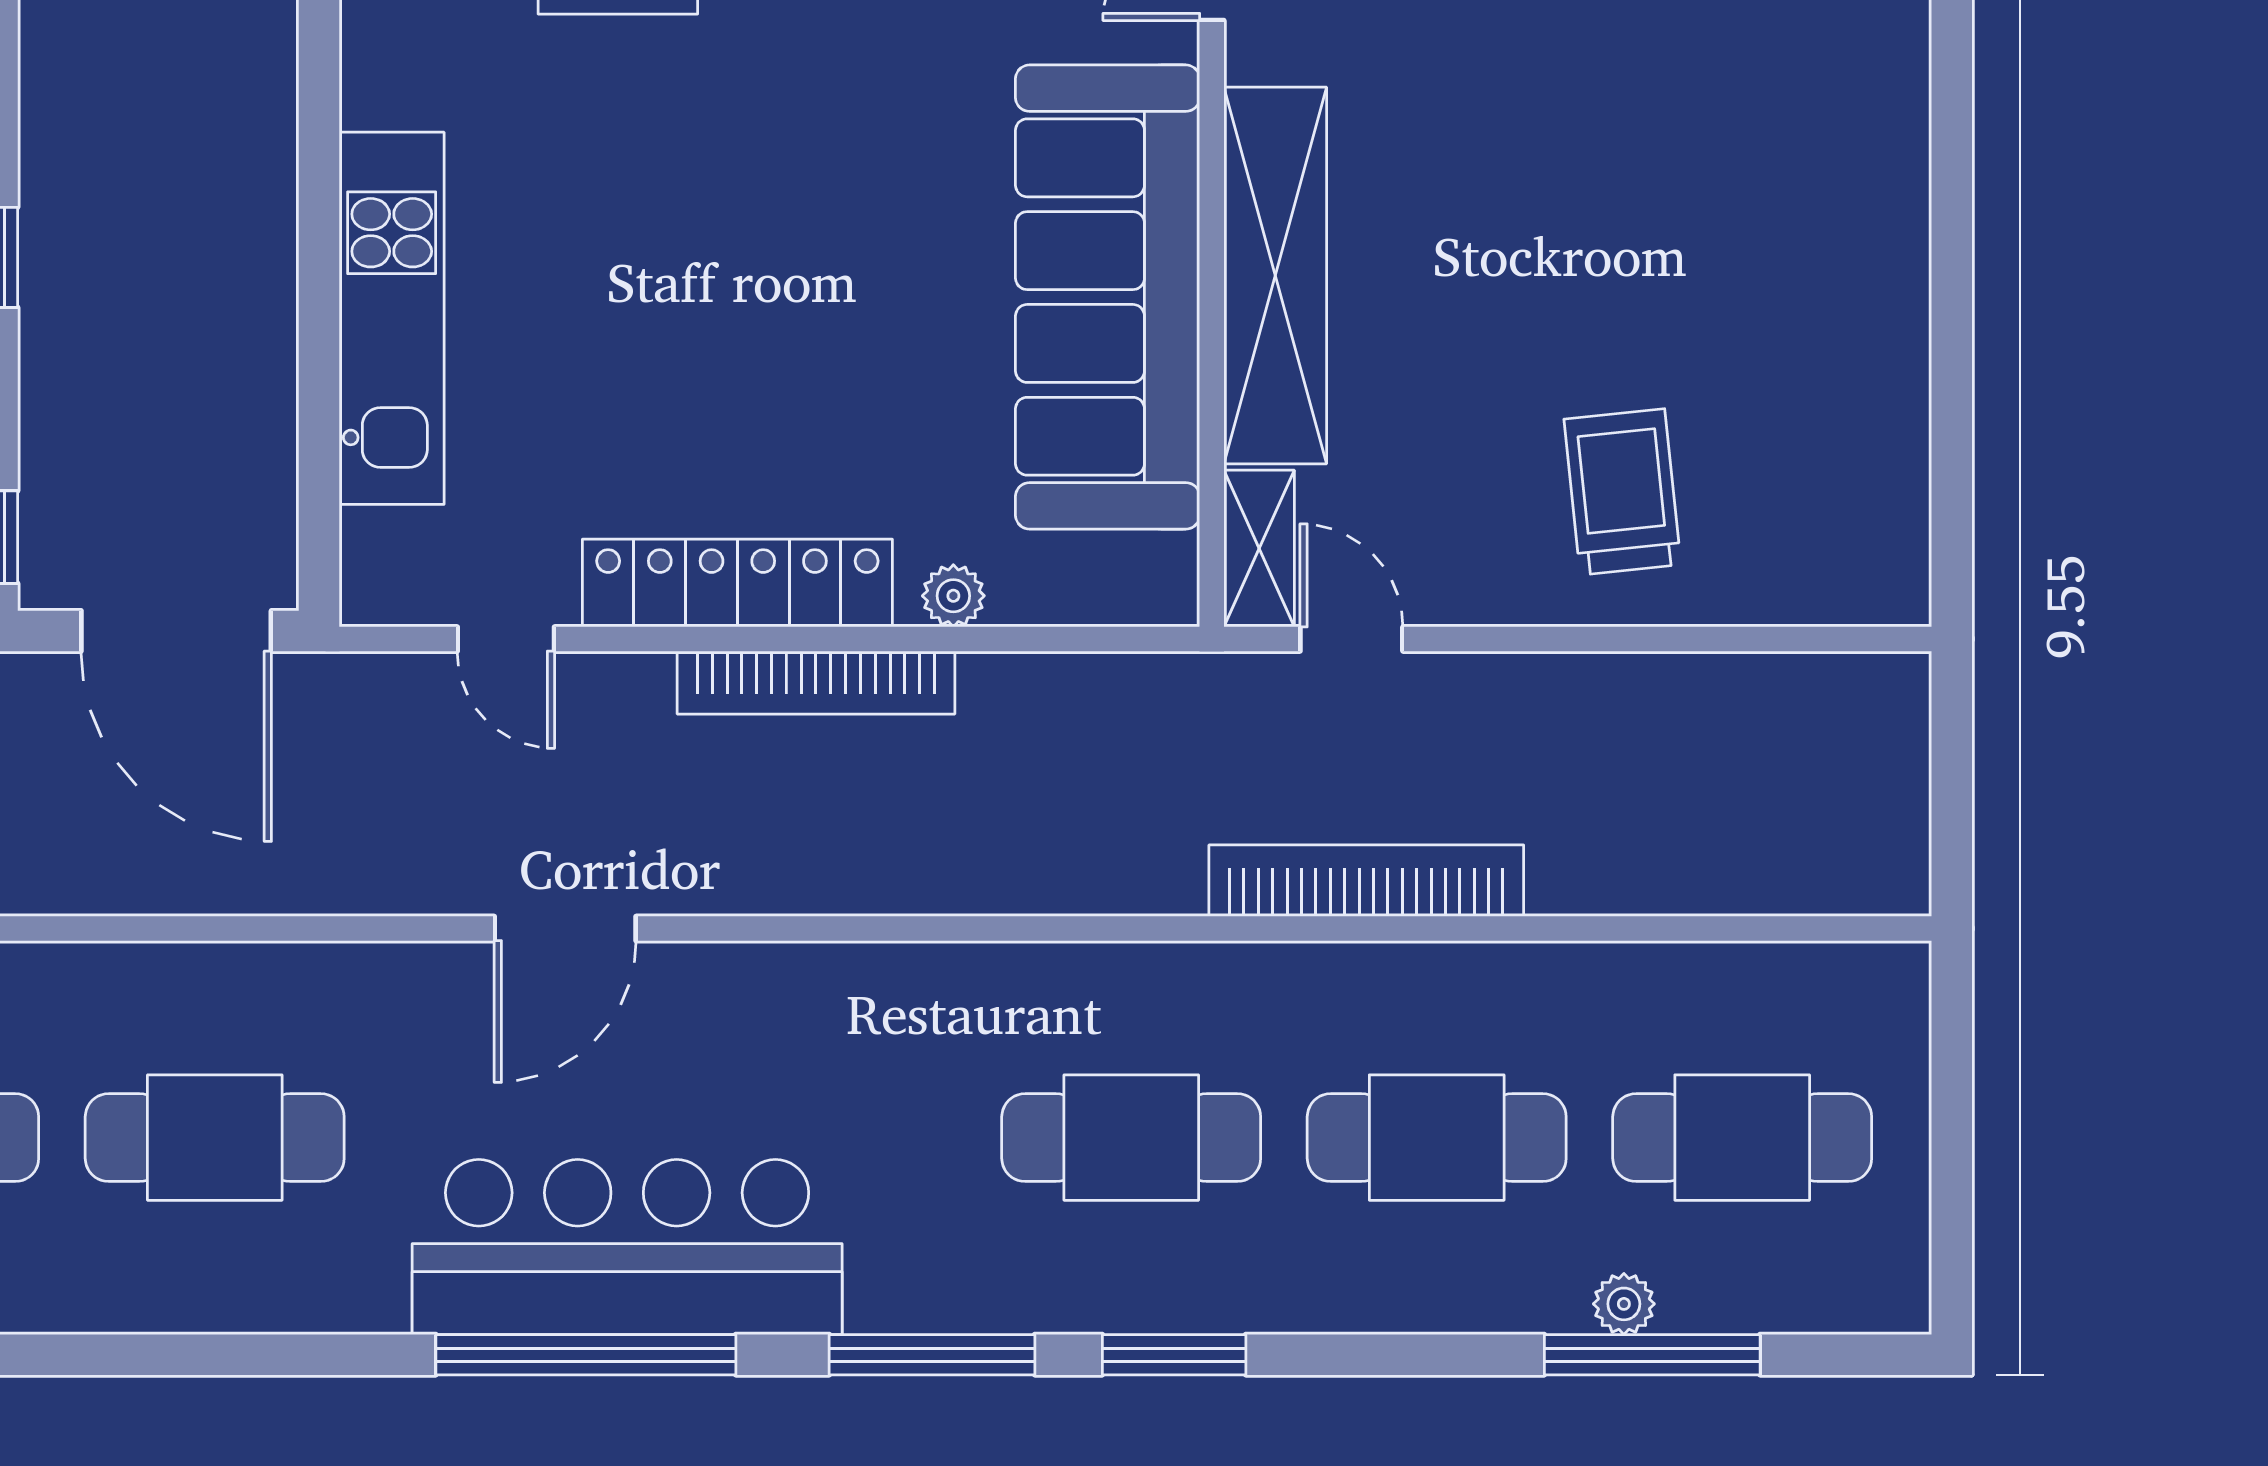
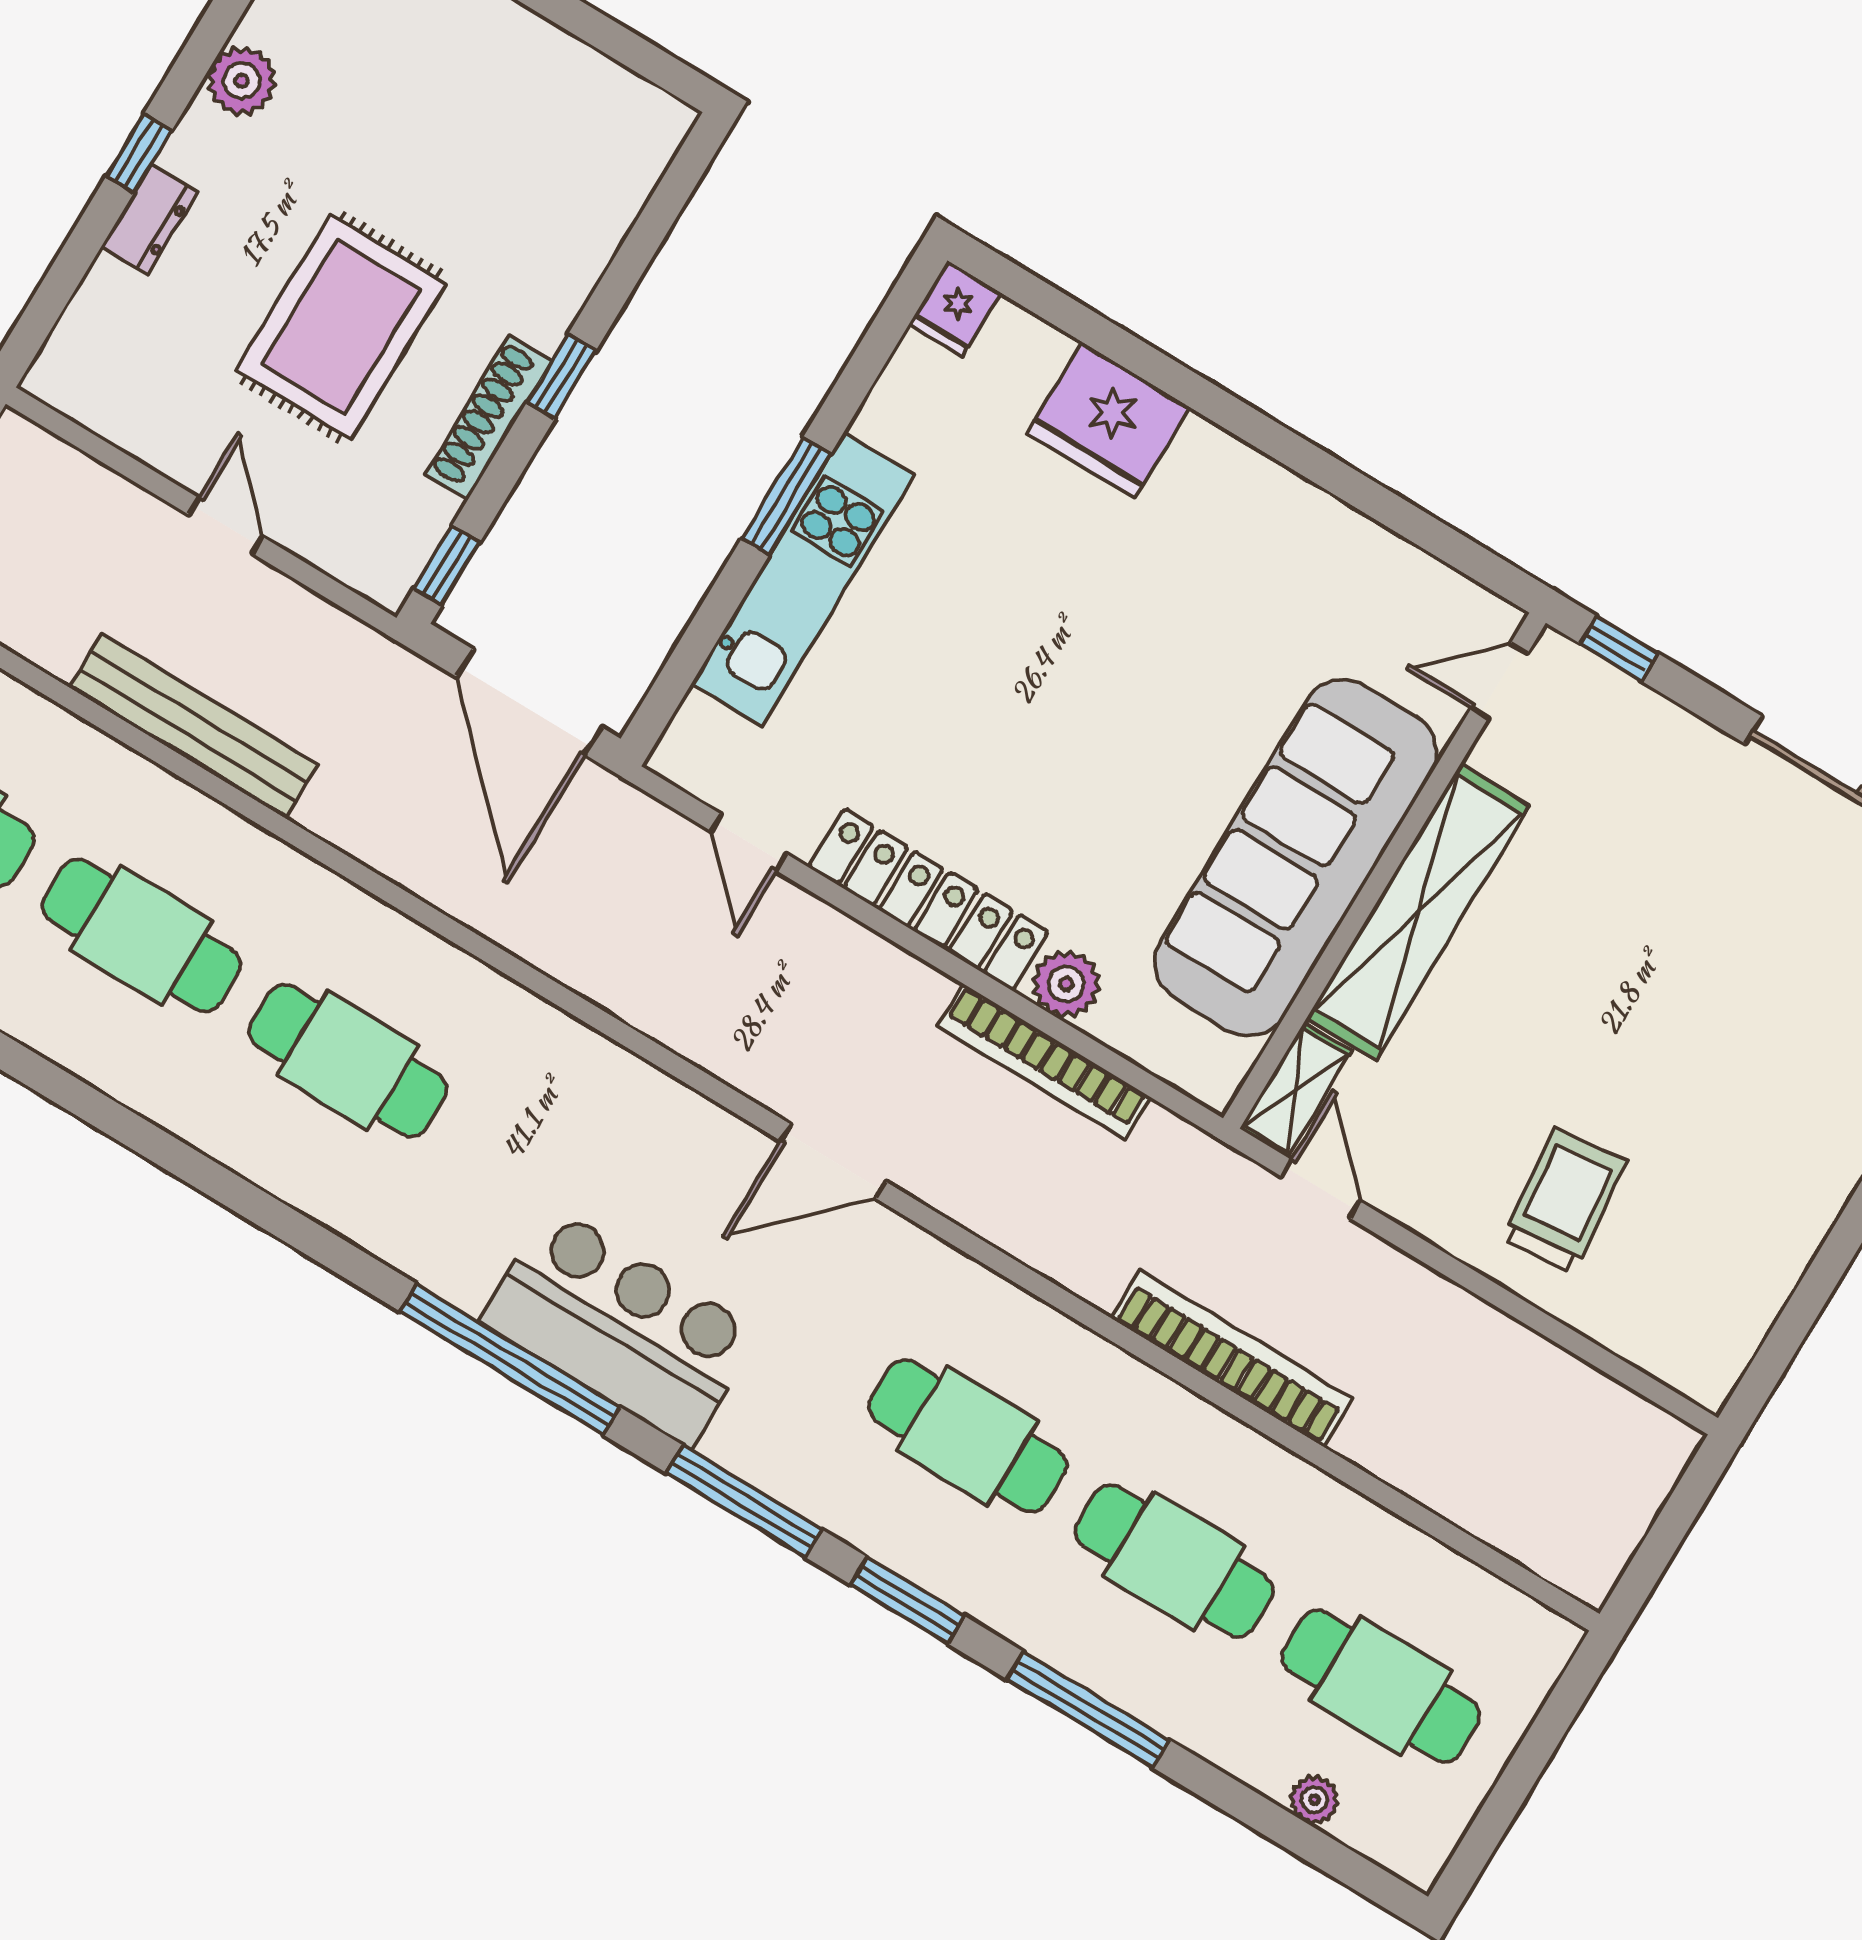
window: (319, 240) -> (786, 496), added
plant: (953, 596) -> (1066, 984), width x1.38, depth x1.38
bookcase: (816, 683) -> (1044, 1061), moved
door: (565, 928) -> (833, 1161), moved
bar counter: (627, 1247) -> (621, 1327), width x0.73
plant: (1624, 1304) -> (1314, 1800), moved
window: (1652, 1355) -> (1088, 1710), moved

